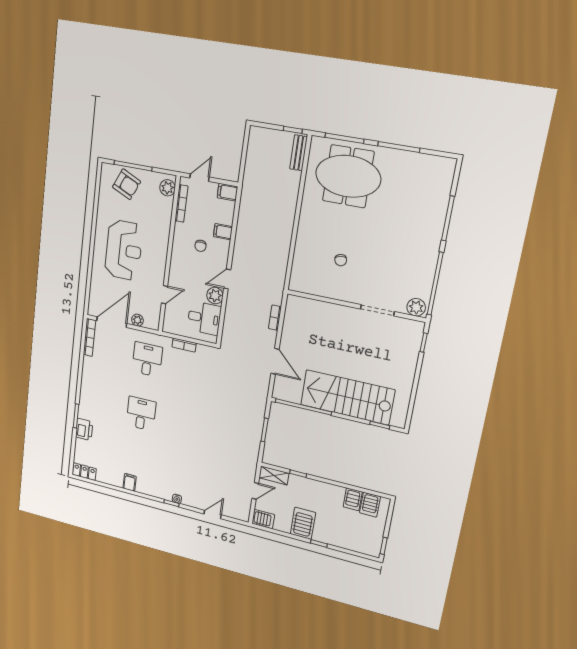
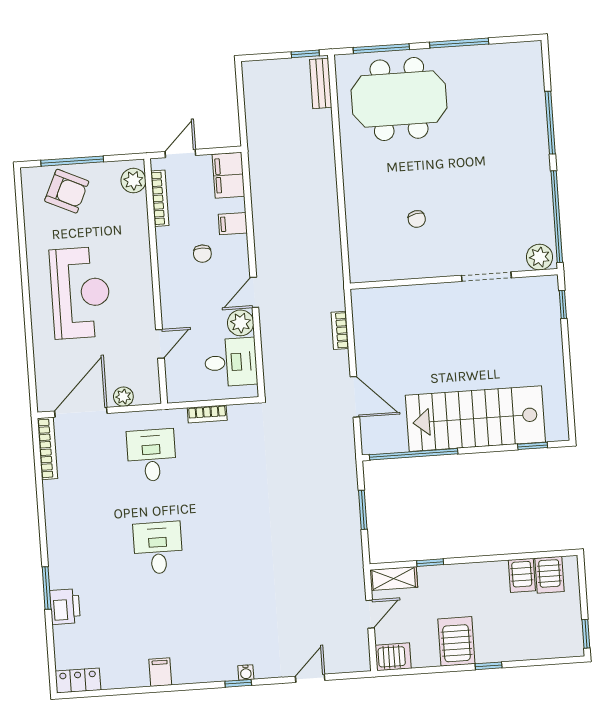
filing cabinet: (228, 192) -> (228, 175), width x2.00

